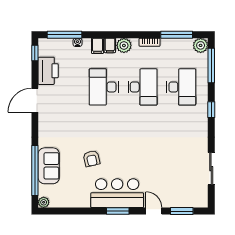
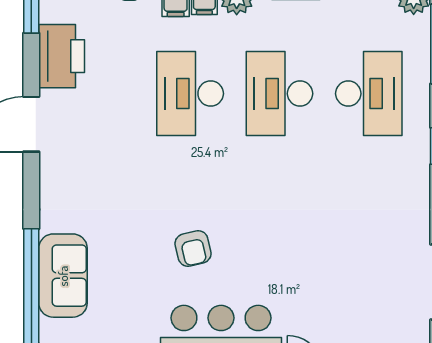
desk: (142, 87) -> (279, 94), turned 180
armchair: (92, 159) -> (193, 249), moved

